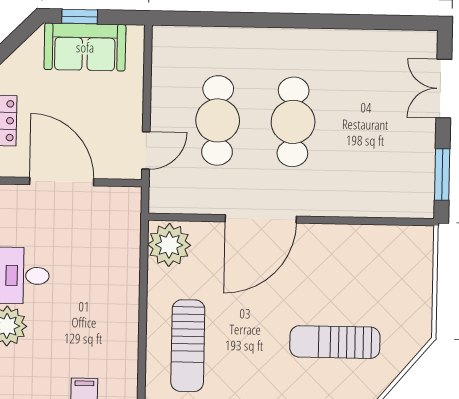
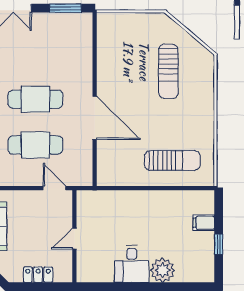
door: (62, 182) -> (74, 239), width x0.53
plant: (169, 245) -> (111, 173), removed

